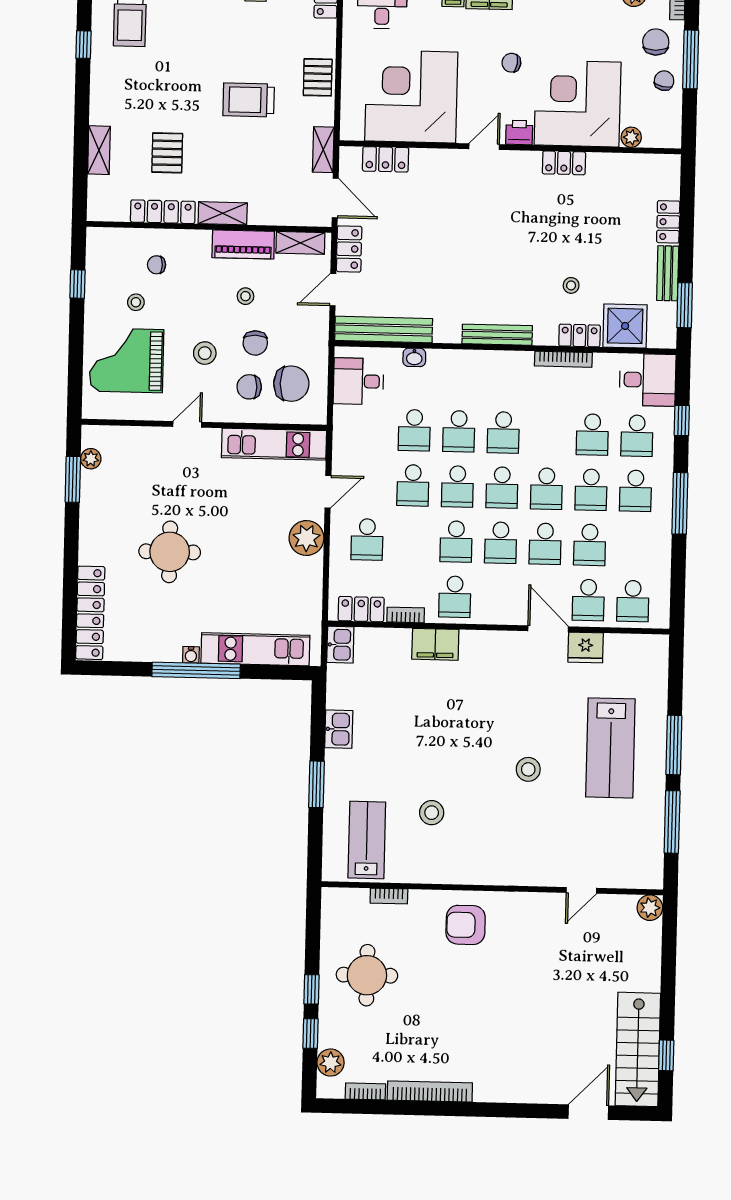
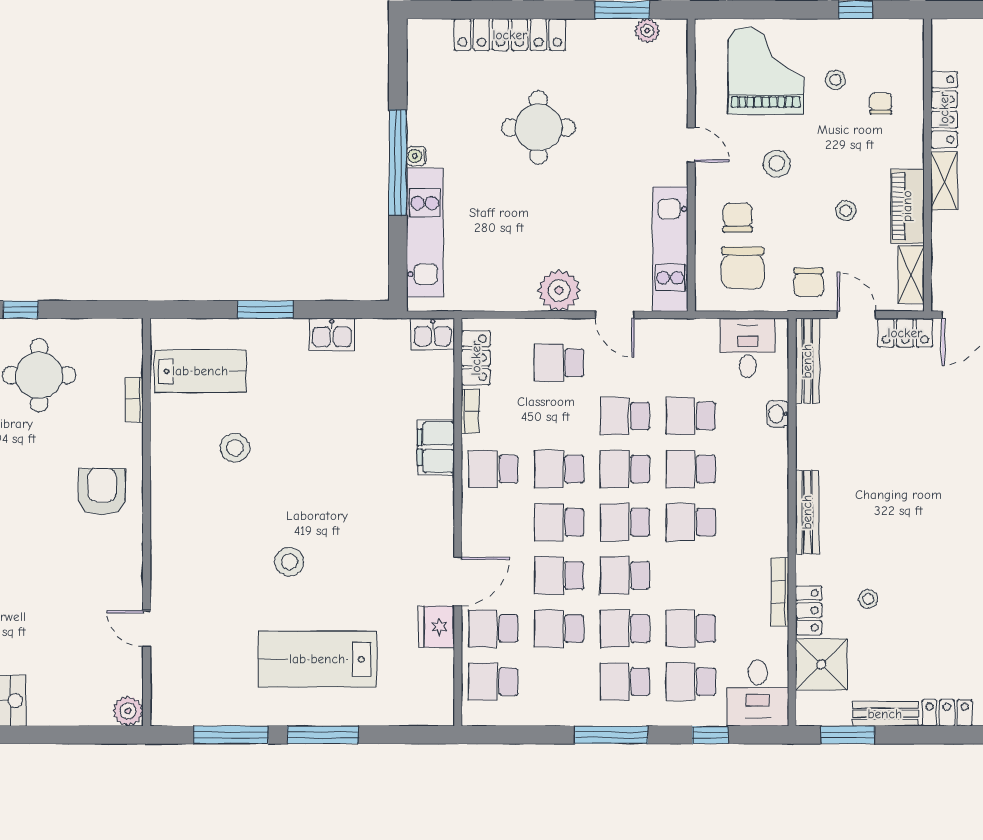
bench: (384, 330) -> (807, 361), width x0.73, depth x0.82
chair: (255, 343) -> (809, 282), moved, turned -90
locker: (90, 613) -> (510, 35), moved

